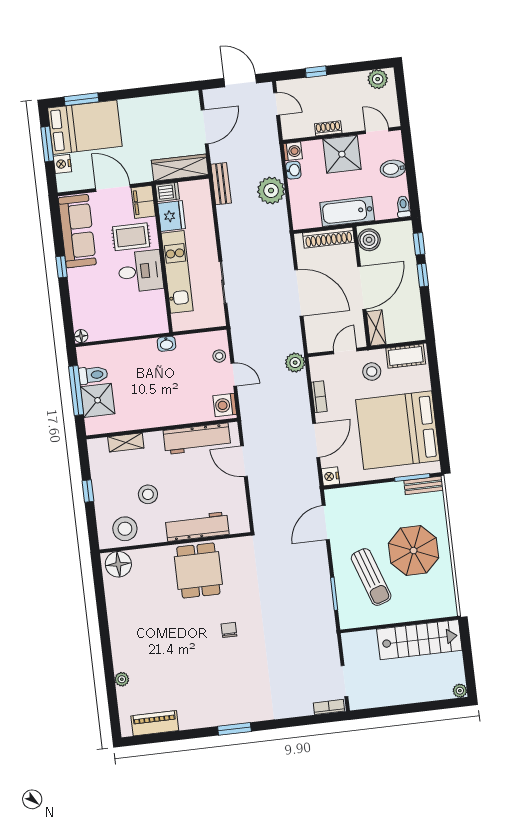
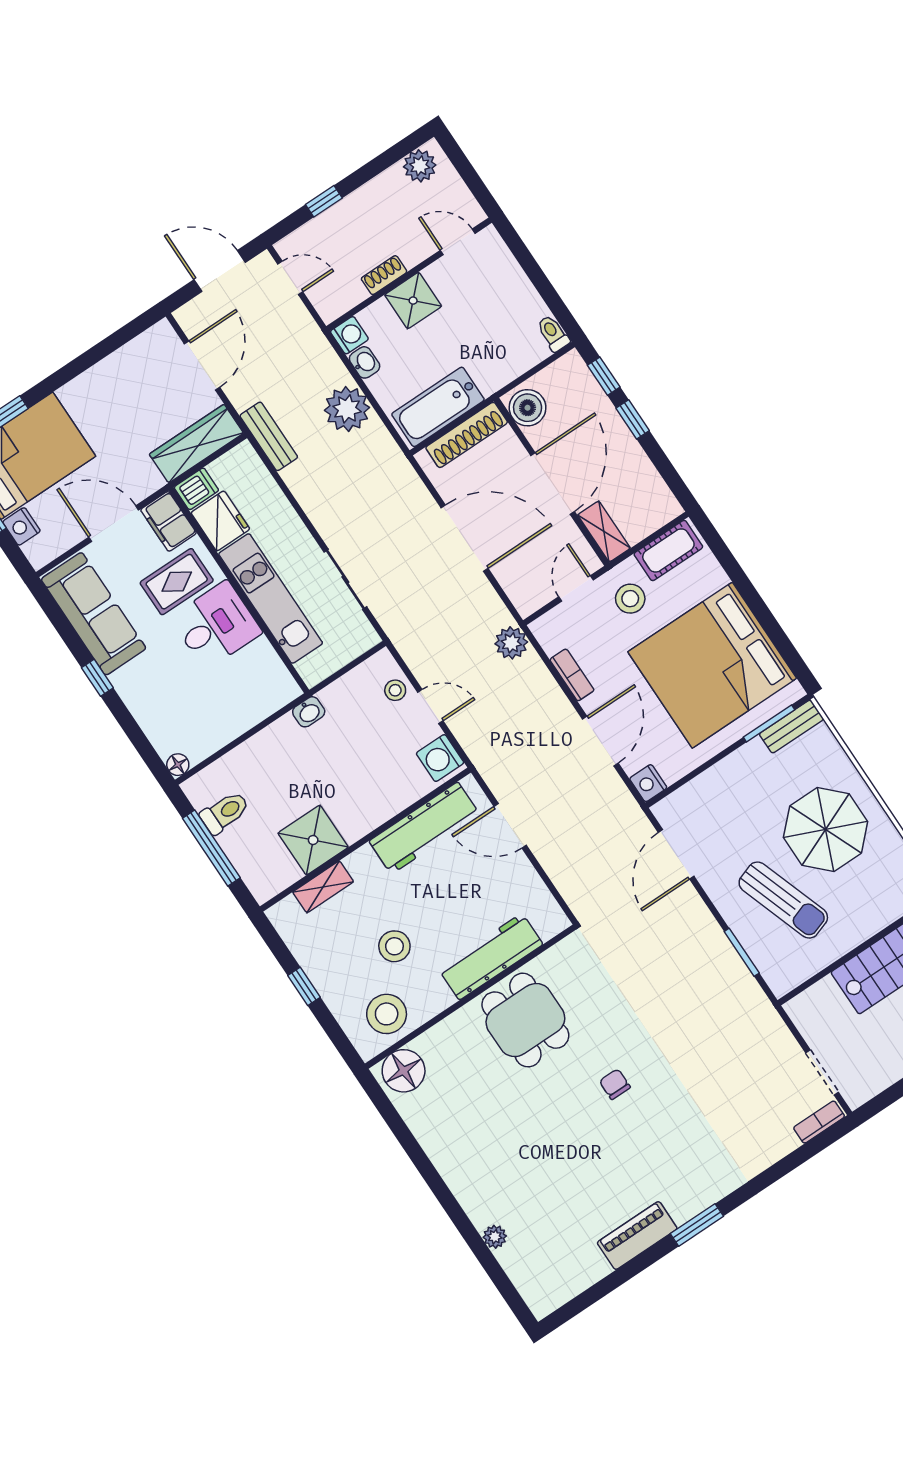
shower: (342, 154) -> (413, 301), width x0.73, depth x0.73
bidet: (393, 169) -> (509, 286), removed
bathtub: (347, 211) -> (438, 407), moved
shower: (98, 400) -> (313, 840), moved
piano: (155, 723) -> (637, 1236), moved

